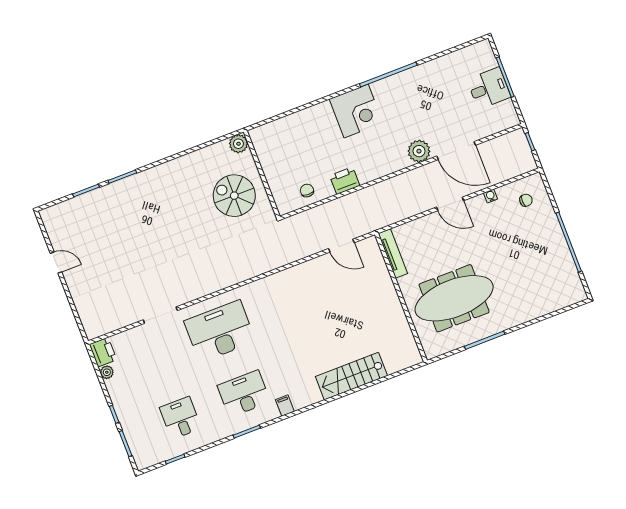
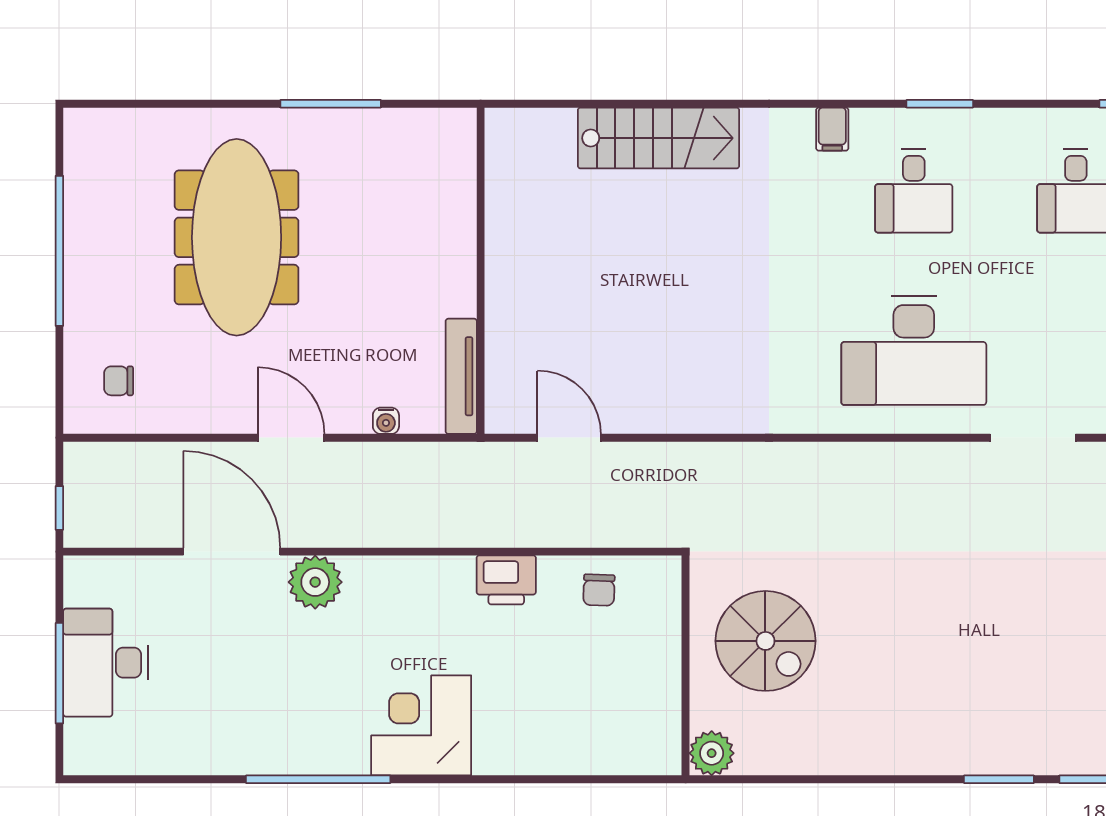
desk: (489, 88) -> (106, 663), width x1.37
water cooler: (491, 196) -> (386, 421), moved
meeting table: (454, 298) -> (237, 237), moved, turned 90
desk: (244, 394) -> (914, 191), width x0.73

